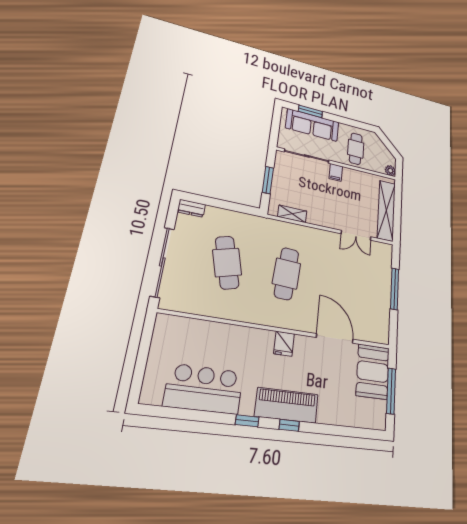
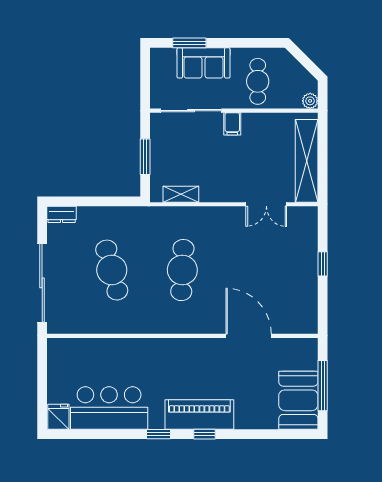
sofa: (312, 125) -> (204, 63), width x0.73
window: (395, 289) -> (323, 264), width x0.46
fridge: (284, 344) -> (58, 417), moved, turned 180
booth: (373, 372) -> (298, 400), moved

